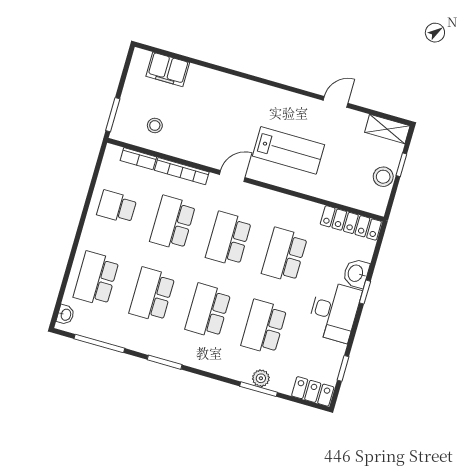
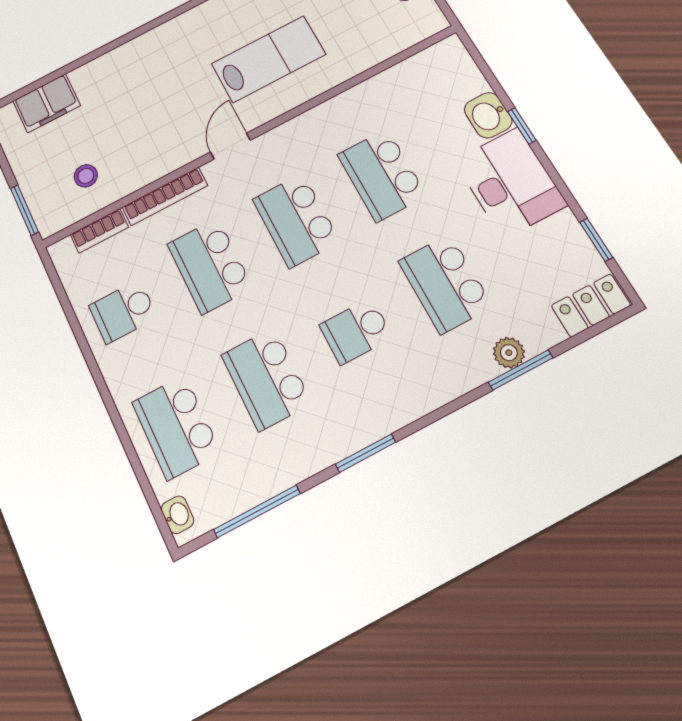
locker: (351, 223) -> (421, 67), removed
school desk: (208, 311) -> (356, 331), width x0.54

